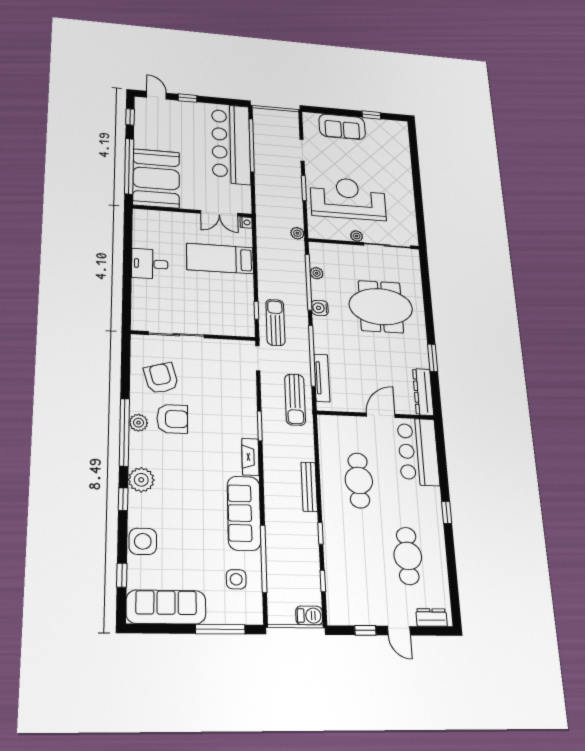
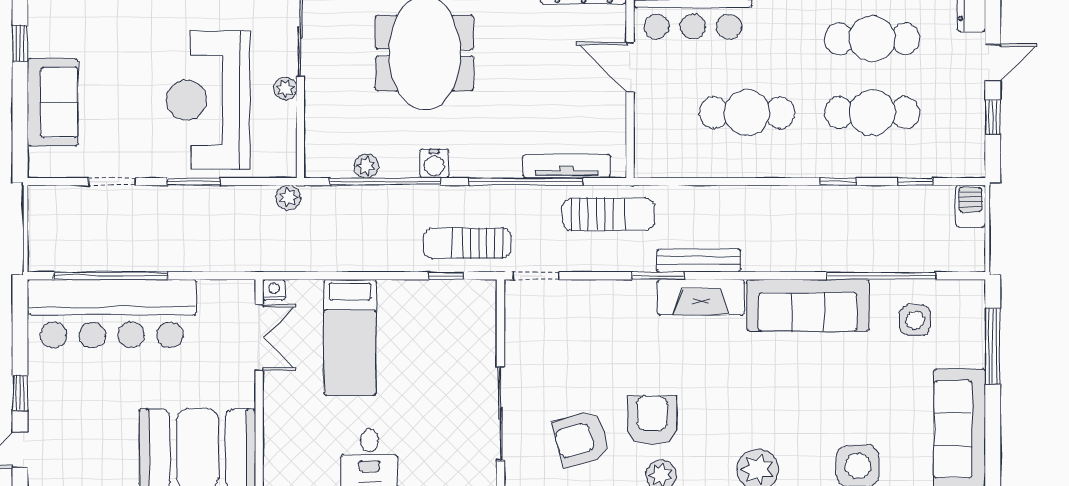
fireplace: (250, 457) -> (701, 297), width x1.37, depth x1.32
bench: (309, 487) -> (699, 260), moved
cafe table: (363, 555) -> (872, 113), added

